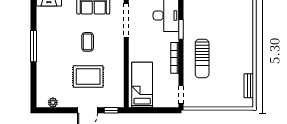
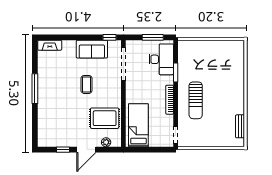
rug: (88, 76) -> (105, 118), moved
plant: (53, 102) -> (106, 142), moved
window: (111, 110) -> (63, 150), moved

